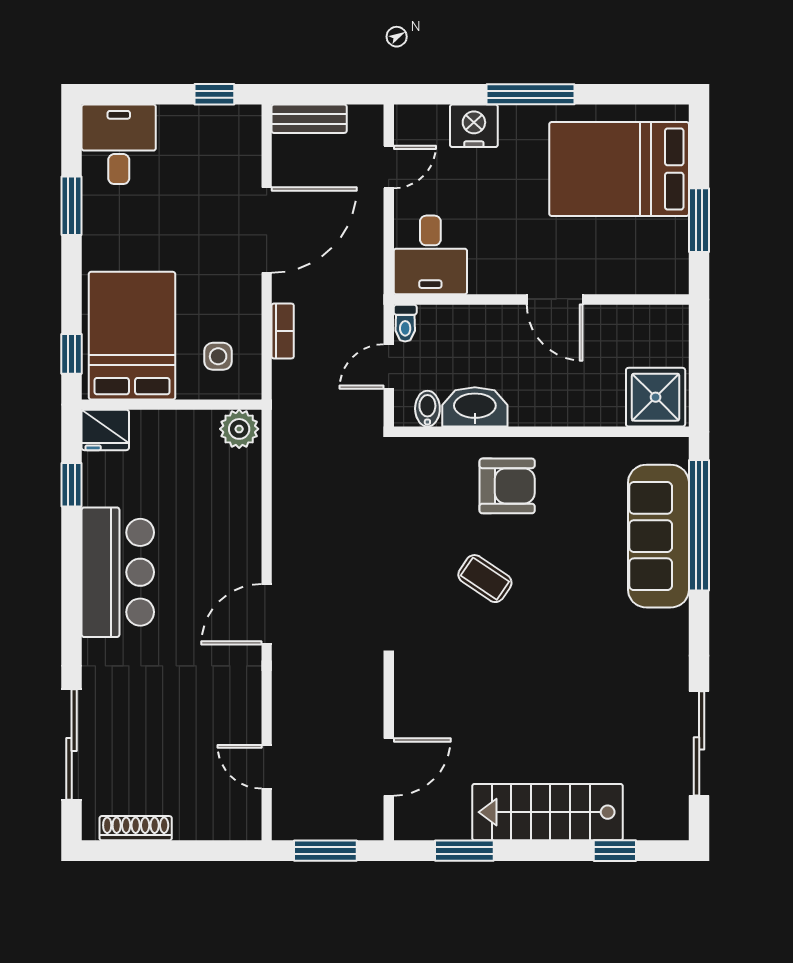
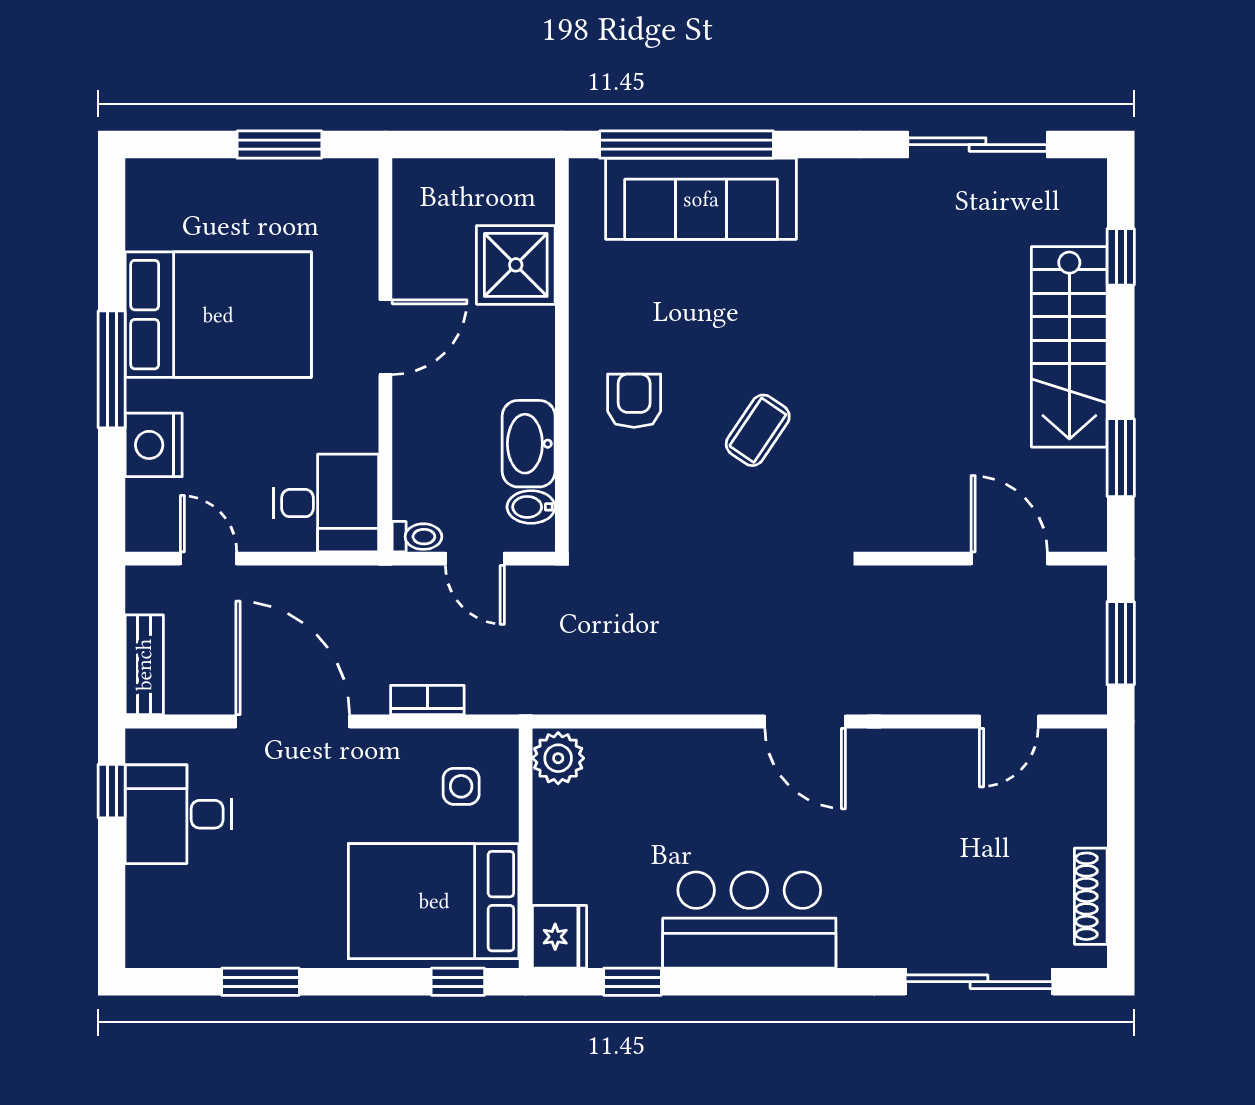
desk: (119, 144) -> (178, 814), moved
bed: (619, 169) -> (218, 315), moved, turned -90
shower: (656, 397) -> (516, 265), moved
armchair: (507, 486) -> (634, 401), width x0.72, depth x0.72

